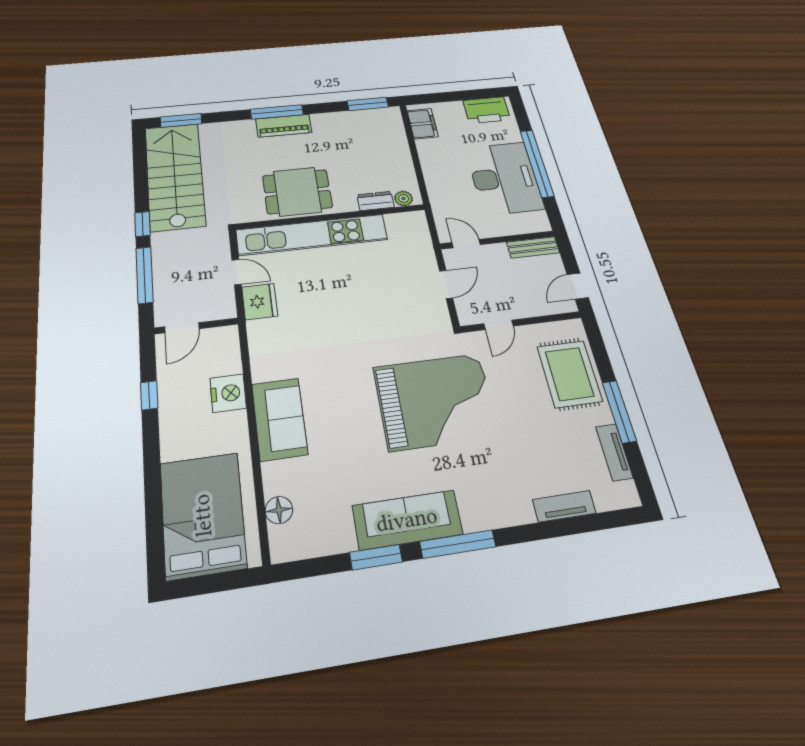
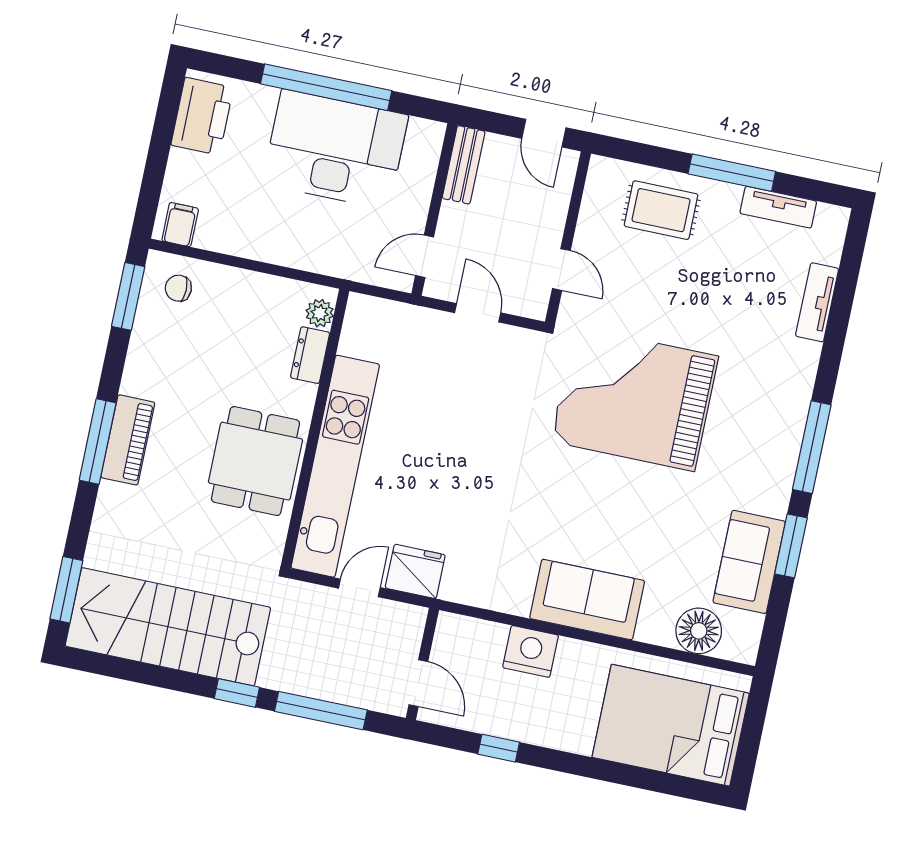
filing cabinet: (423, 124) -> (180, 225), width x0.50
chair: (384, 125) -> (178, 288), added
rug: (569, 374) -> (661, 210), width x0.73, depth x0.70
grand piano: (435, 401) -> (634, 399), turned -90
floor lamp: (279, 510) -> (699, 631), width x1.38, depth x1.38
sofa: (407, 520) -> (749, 562), moved, width x0.73

